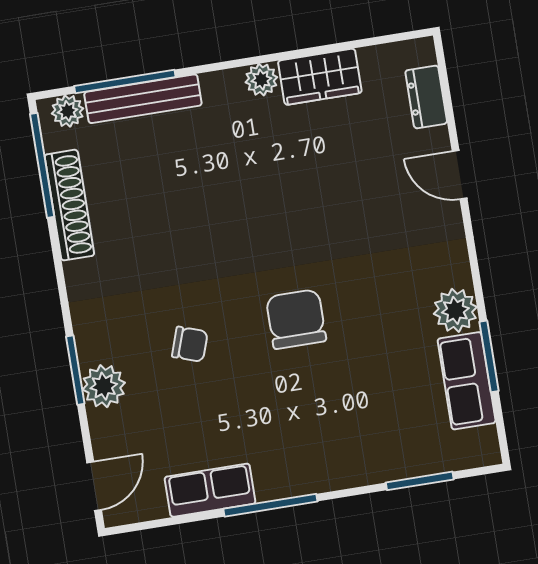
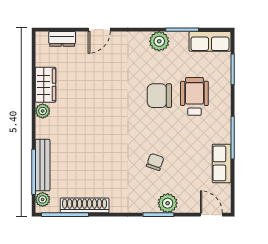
chair: (296, 319) -> (159, 96), moved
row of seats: (467, 381) -> (210, 41), moved
wheelchair: (347, 407) -> (194, 96), added

